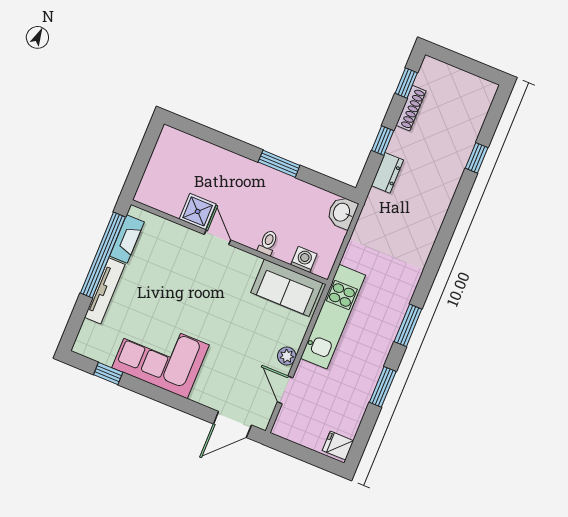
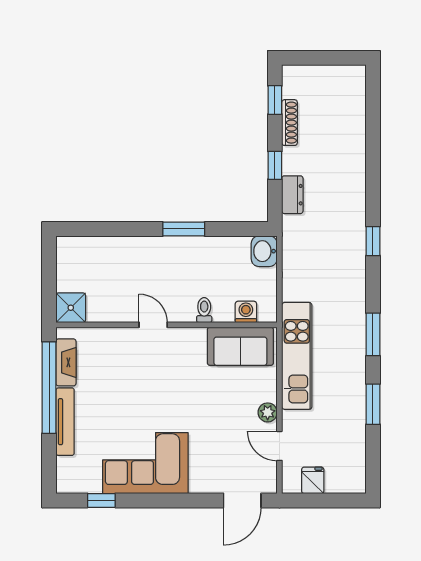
window: (477, 158) -> (373, 241), moved
shower: (198, 211) -> (71, 308), moved
fridge: (338, 446) -> (313, 480), moved, turned 90

